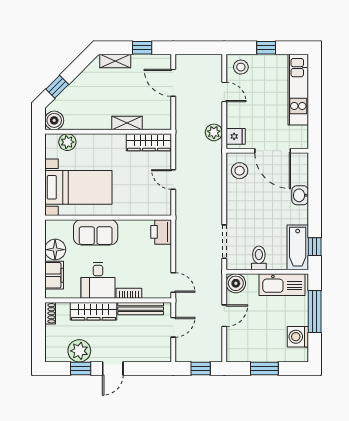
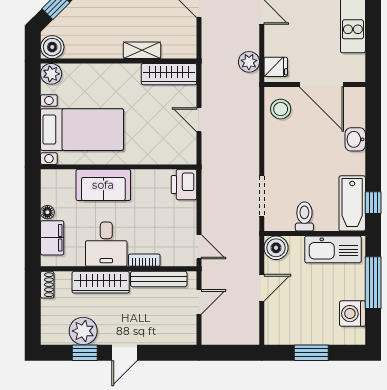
plant: (67, 142) -> (51, 74), moved
floor lamp: (55, 250) -> (47, 212), width x0.53, depth x0.53
window: (201, 368) -> (233, 353), removed

